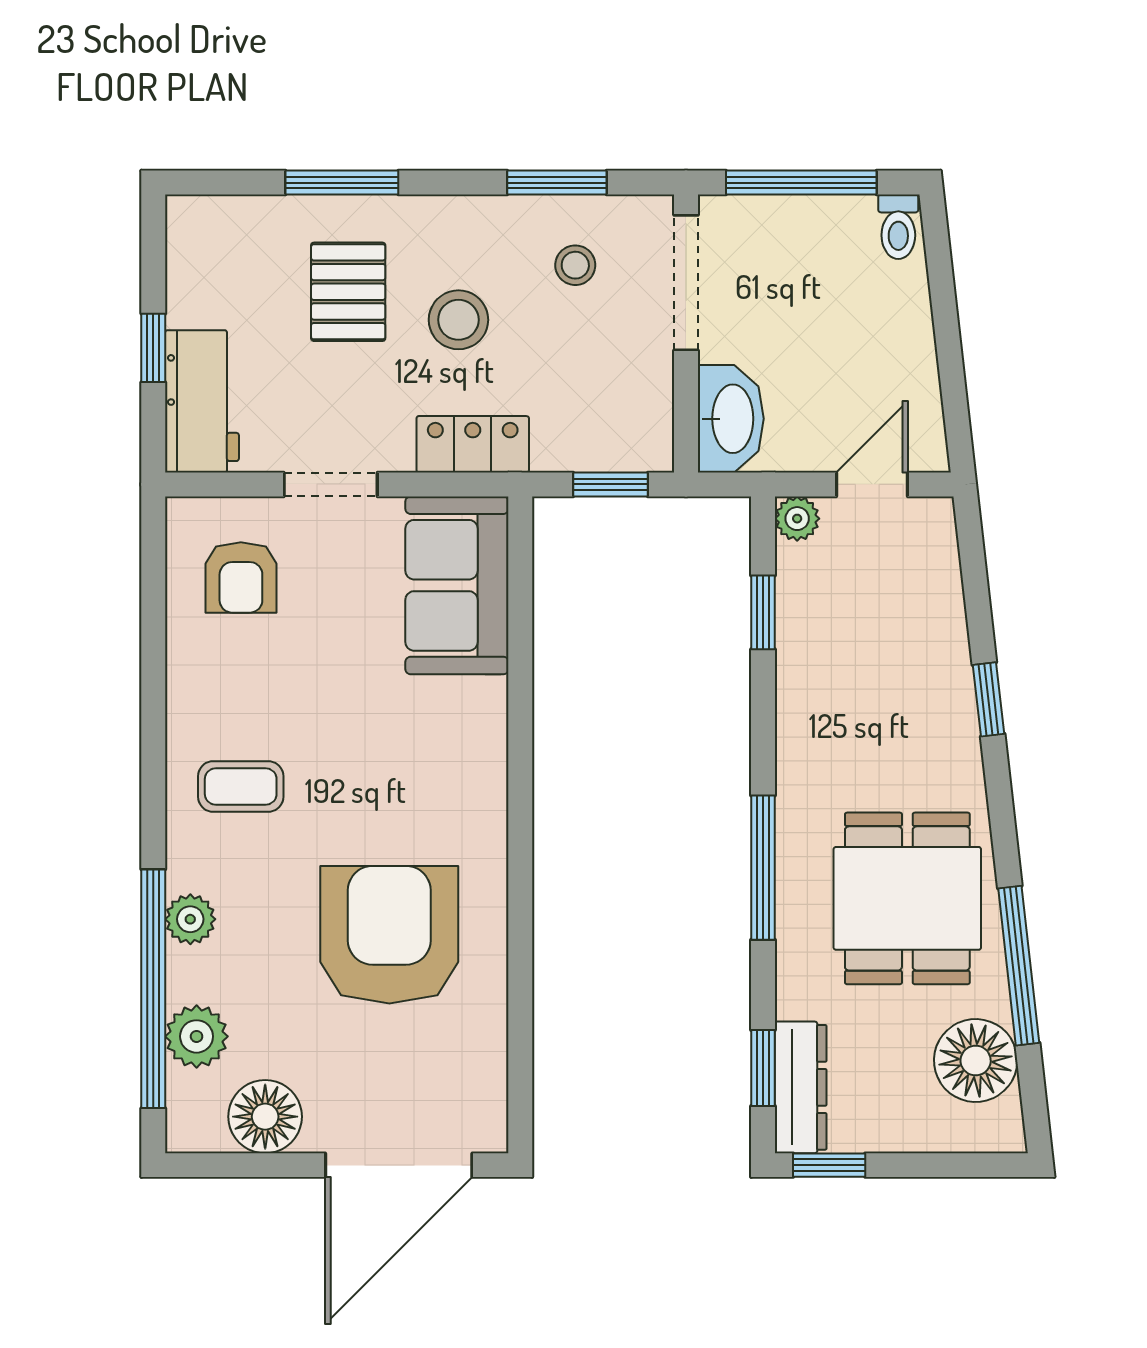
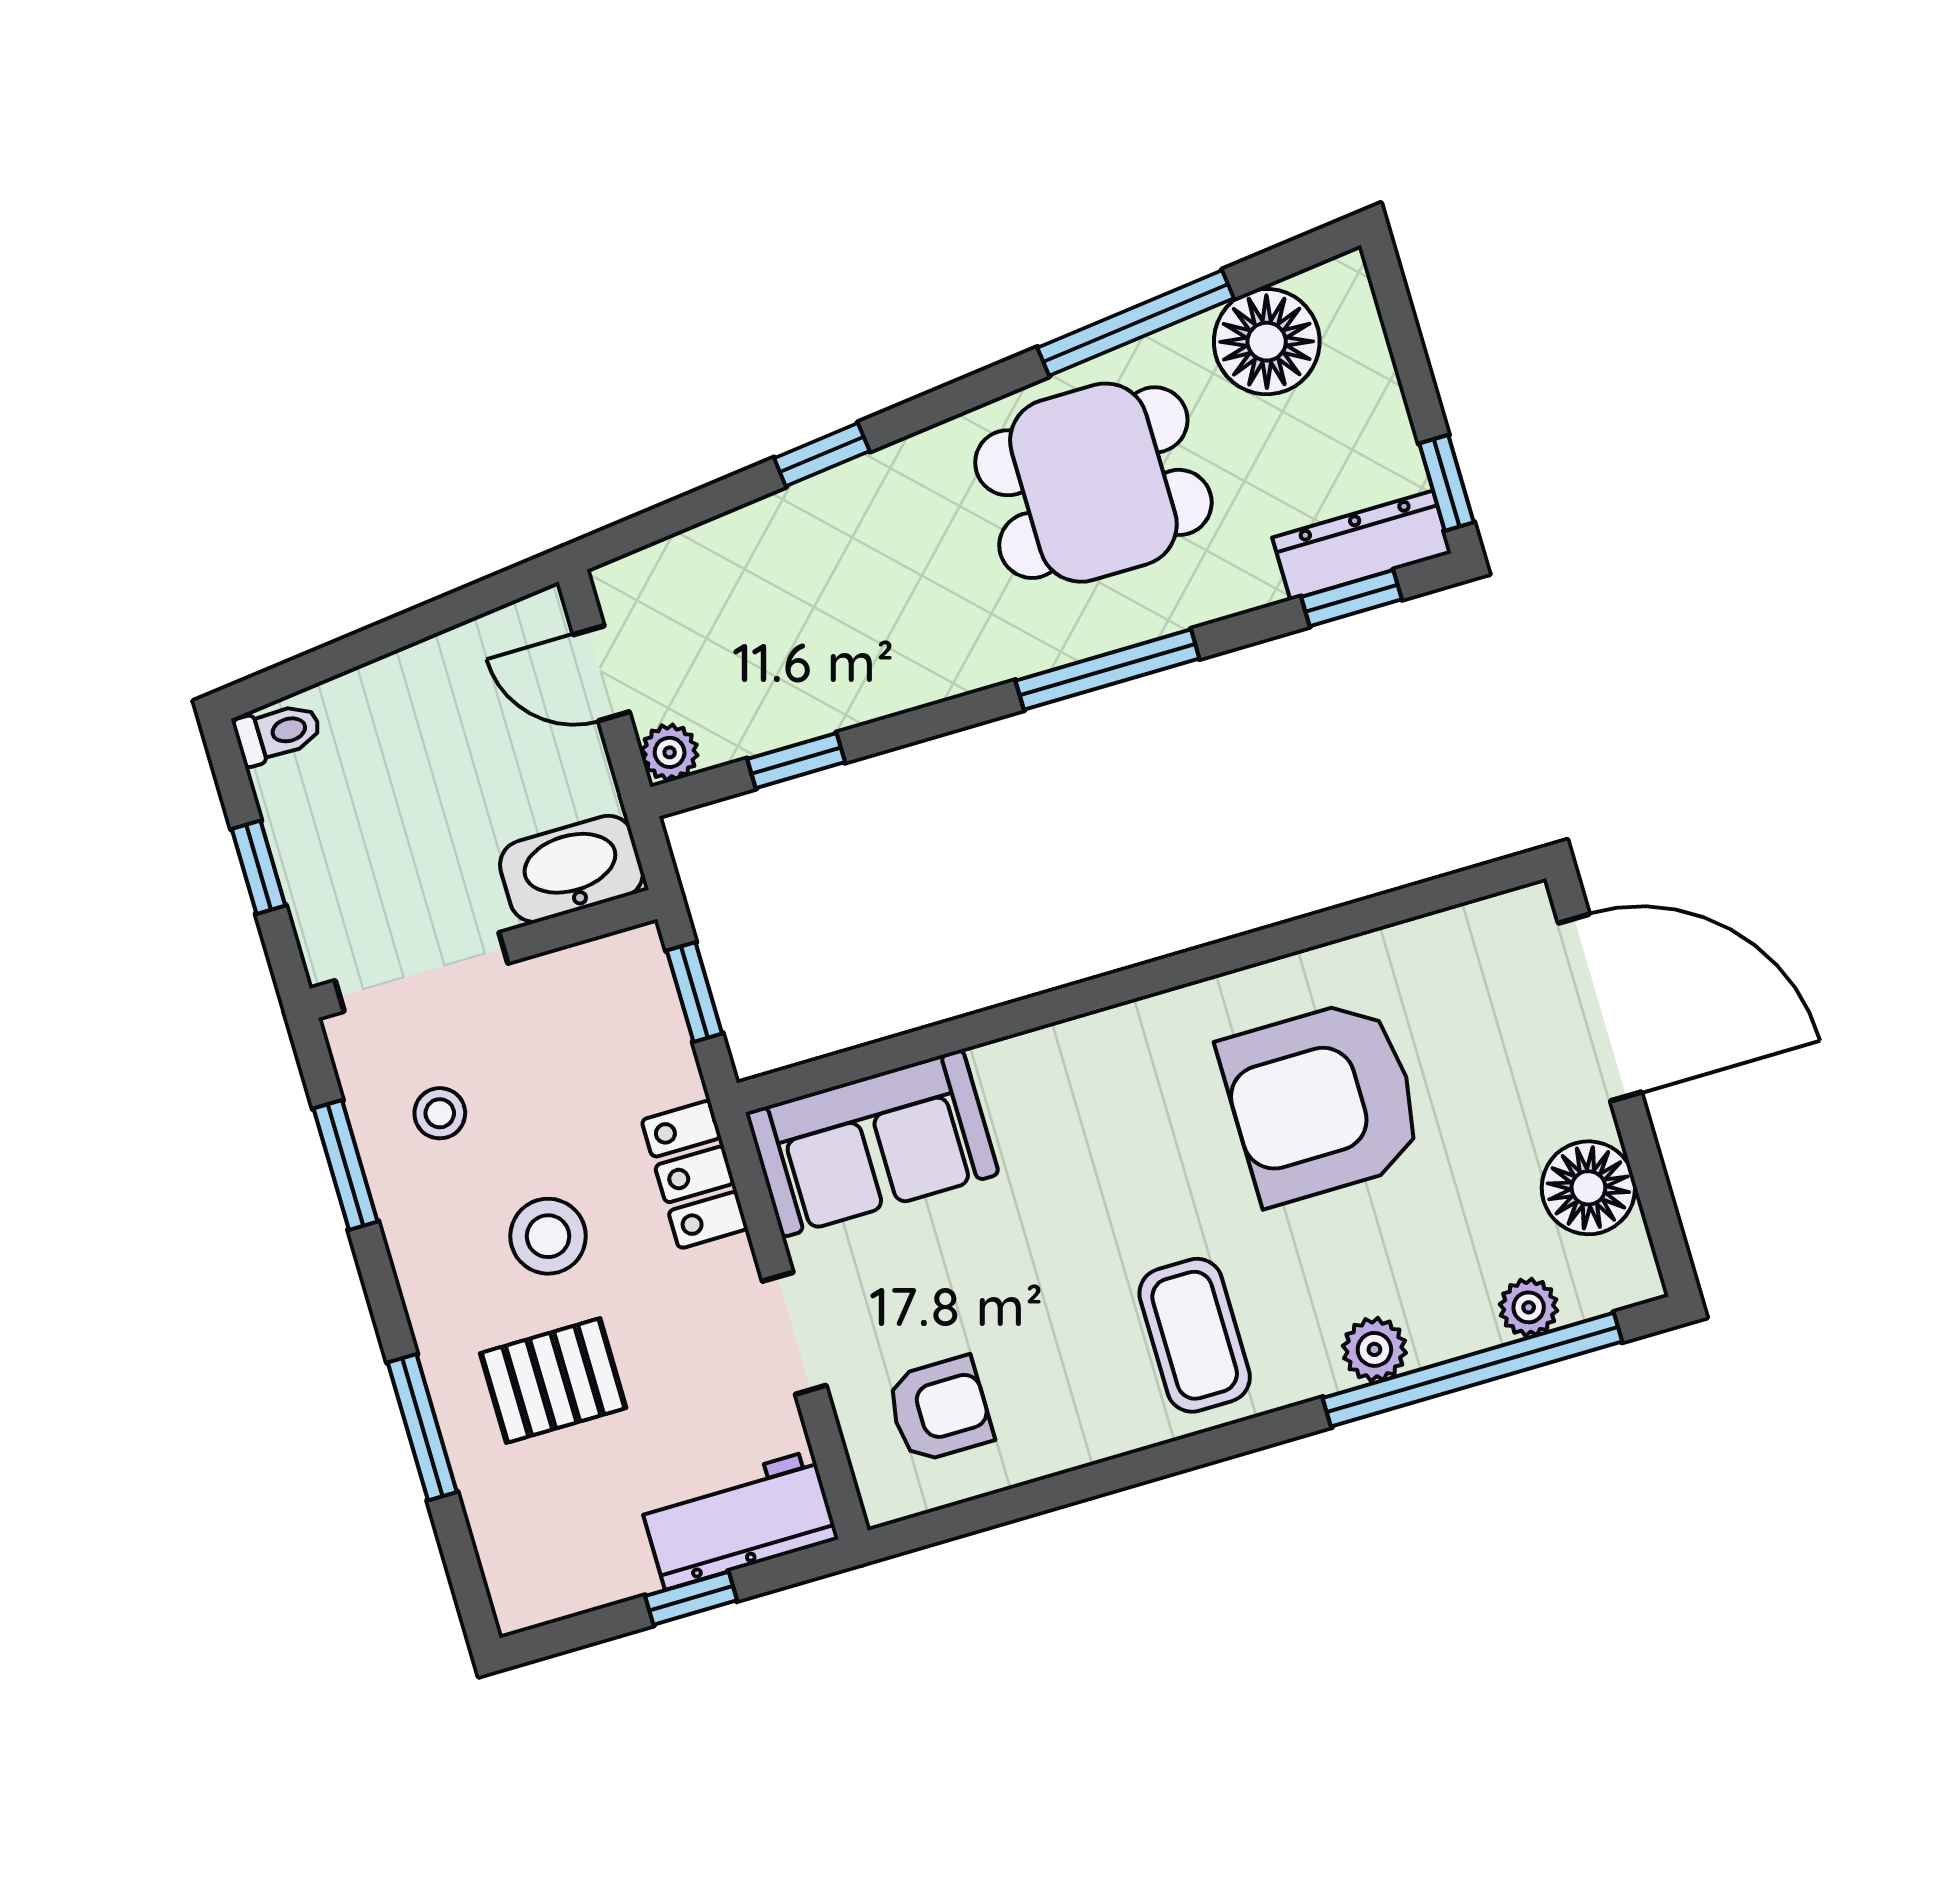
window: (801, 183) -> (258, 867), width x0.46
coffee table: (241, 787) -> (1195, 1335), width x1.36, depth x1.30
plant: (197, 1036) -> (1529, 1307), width x0.73, depth x0.73

